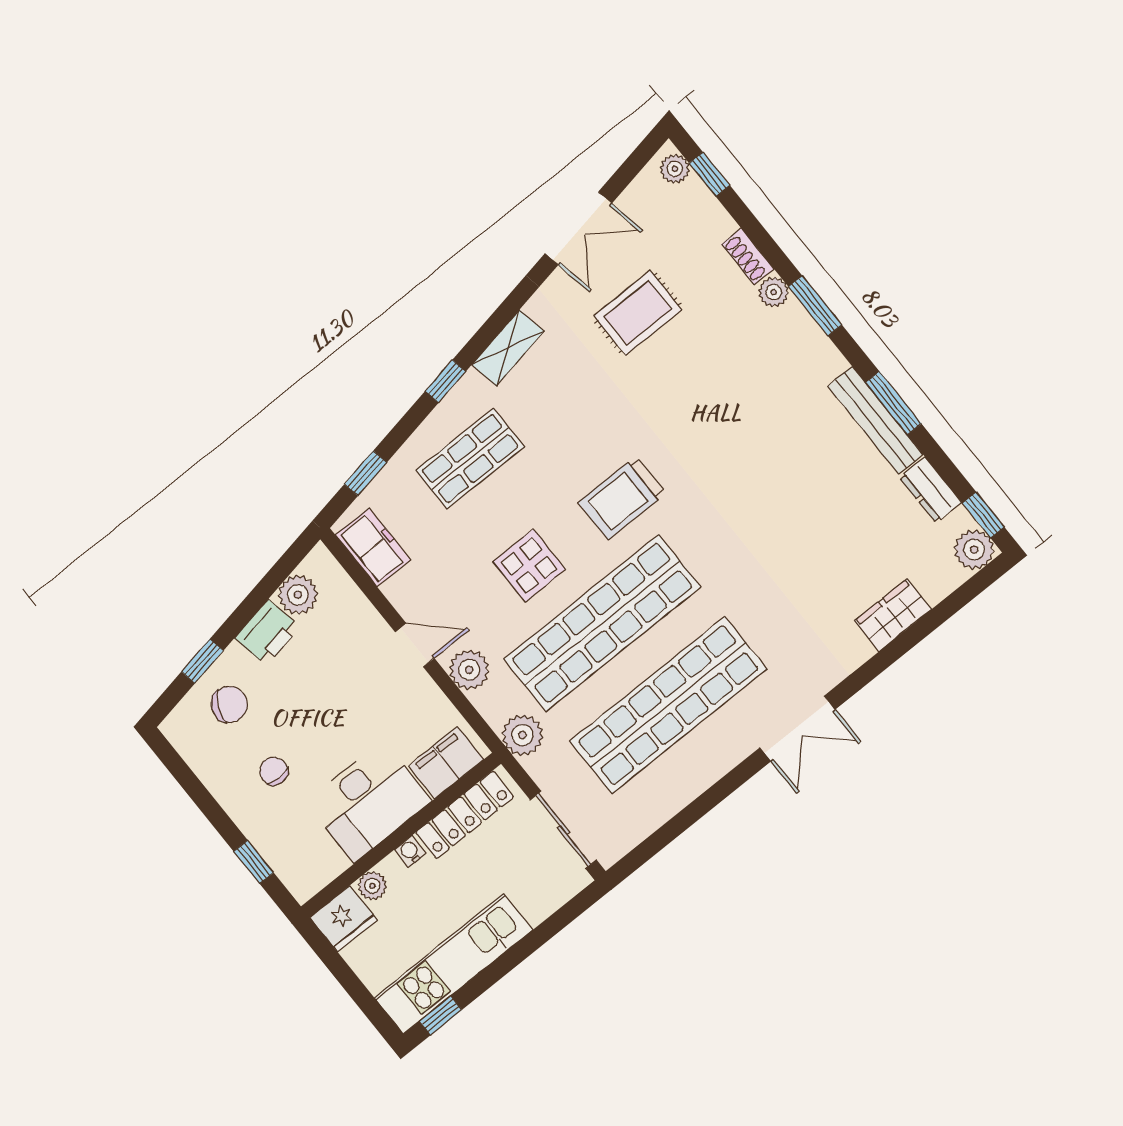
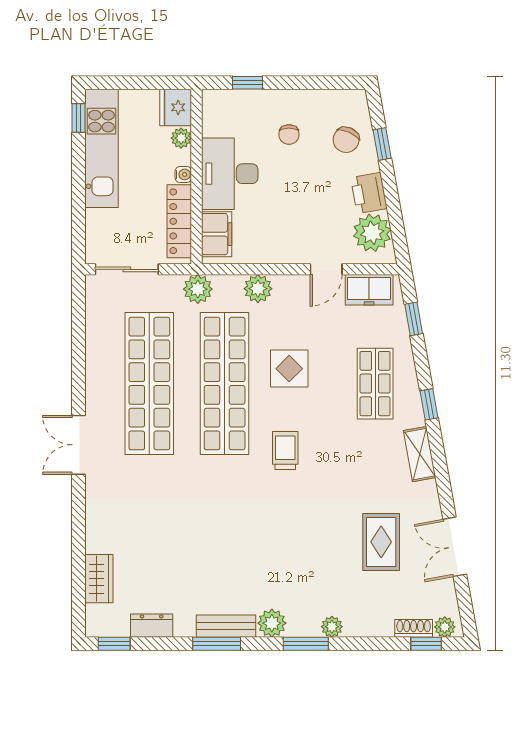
shoe rack: (748, 256) -> (414, 628), moved
bench: (875, 420) -> (226, 626), width x0.73
trolley: (622, 498) -> (285, 450), width x0.73, depth x0.72
plant: (974, 550) -> (272, 623), moved
plant: (298, 595) -> (372, 233), width x1.36, depth x1.36
wardrobe: (893, 615) -> (99, 579), moved
door: (415, 645) -> (326, 269), moved
chair: (274, 771) -> (289, 135), turned 90

